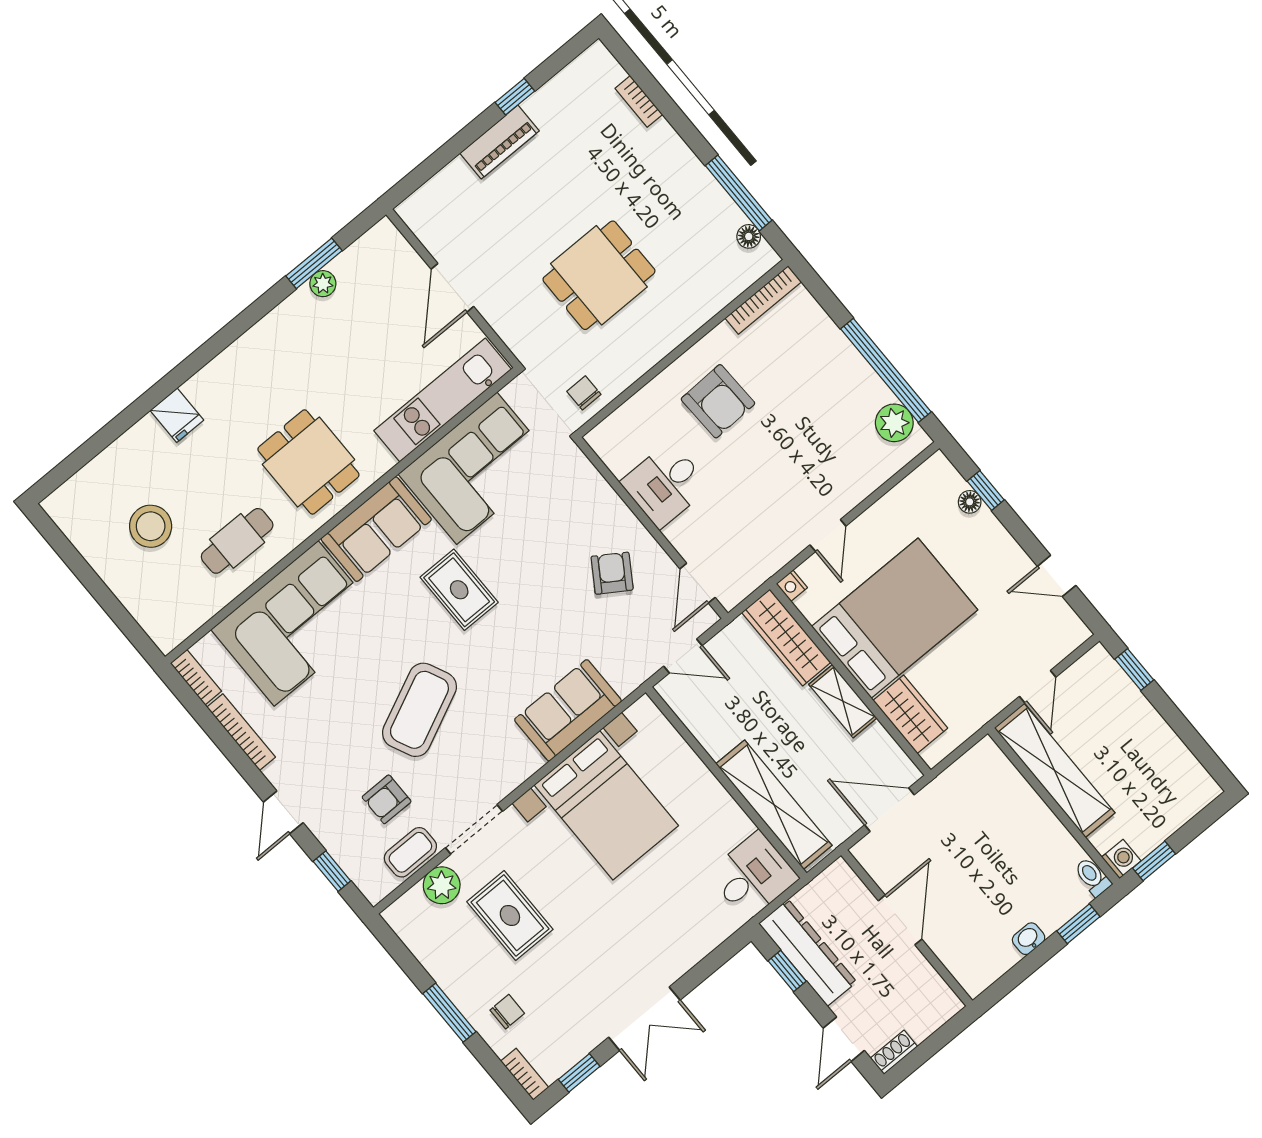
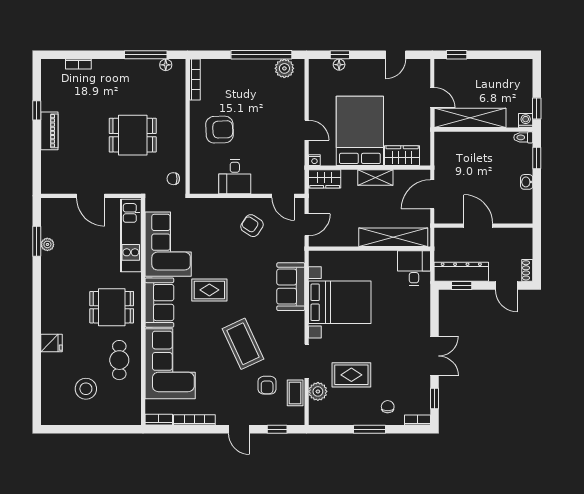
dining table: (599, 275) -> (133, 135), turned 90
wardrobe: (786, 637) -> (325, 179), width x0.67

